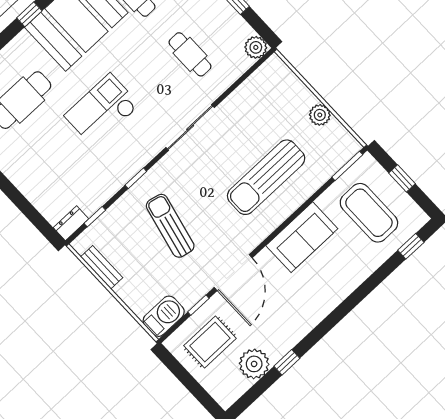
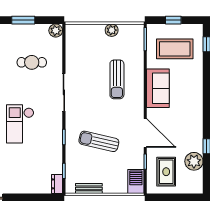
sun lounger: (266, 177) -> (117, 79), width x0.73, depth x0.75

